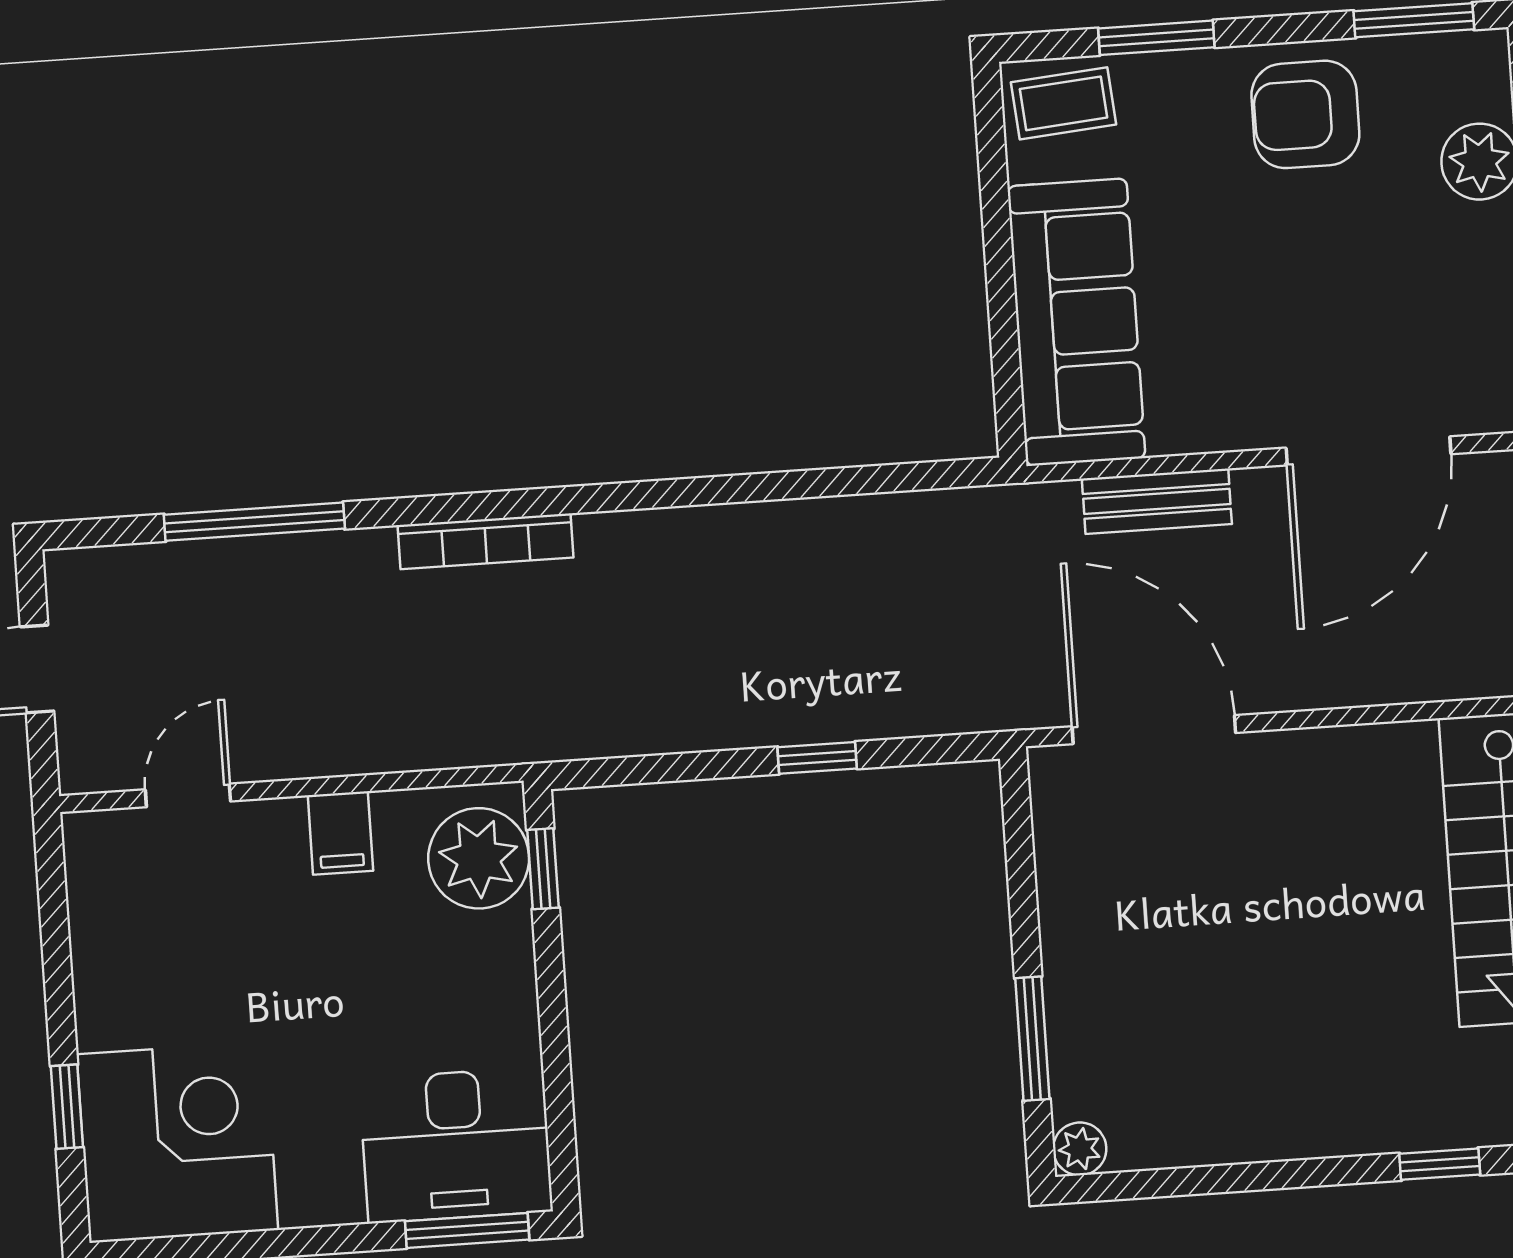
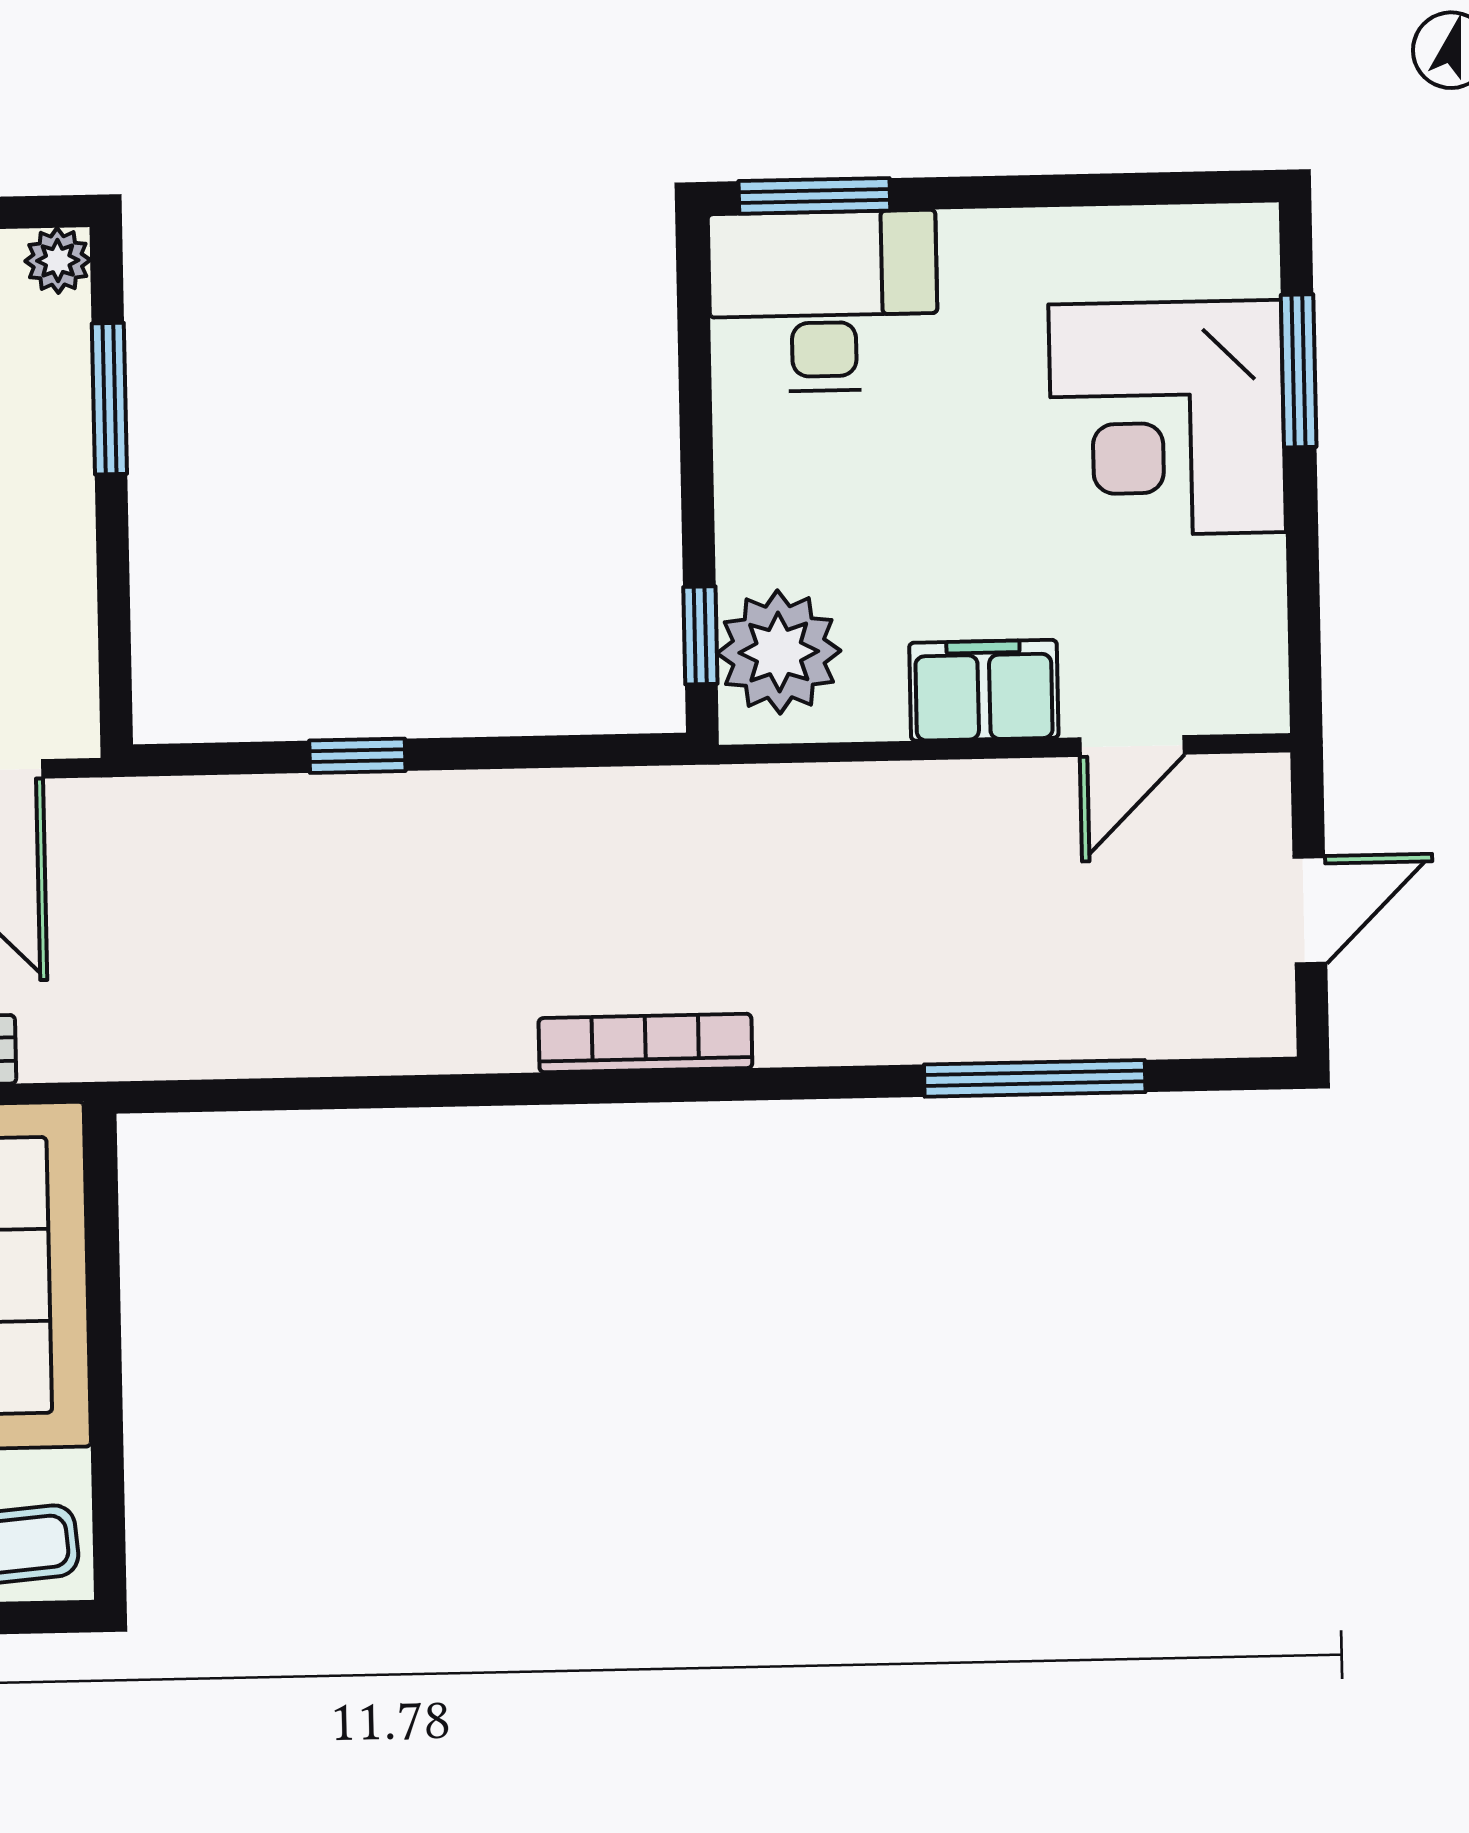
bookcase: (485, 541) -> (645, 1043), moved
filing cabinet: (340, 833) -> (984, 690), width x2.00
window: (67, 1107) -> (1299, 371), width x1.50
corner desk: (177, 1142) -> (1167, 418), moved

